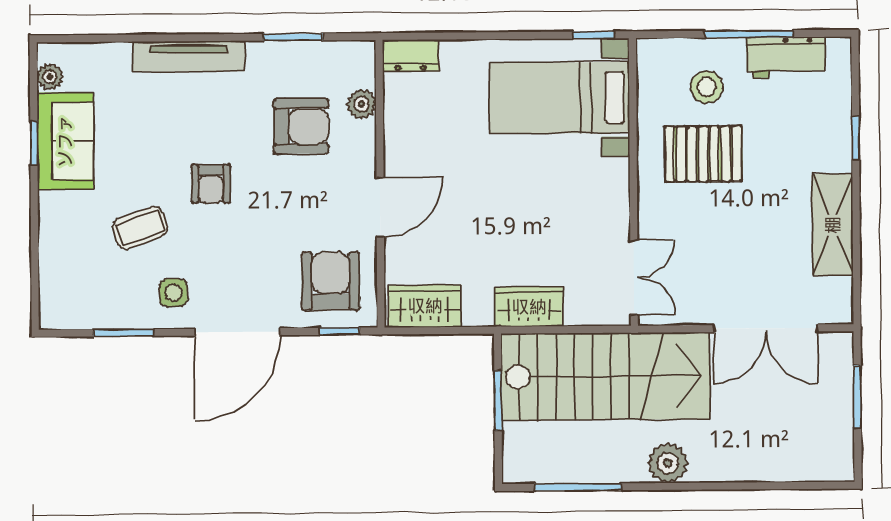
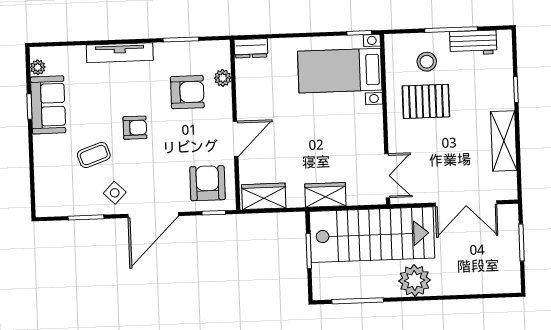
armchair: (211, 184) -> (135, 128), turned -90
side table: (173, 293) -> (115, 193), turned 45
plant: (668, 463) -> (415, 281), width x1.36, depth x1.36

